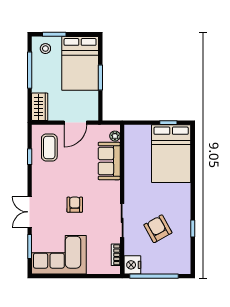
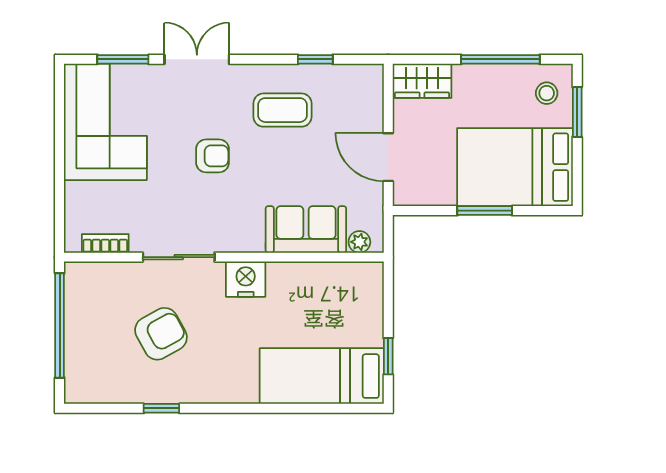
coffee table: (49, 148) -> (283, 110), moved
bed: (171, 154) -> (322, 376), width x0.67
nightstand: (132, 265) -> (246, 279), moved

